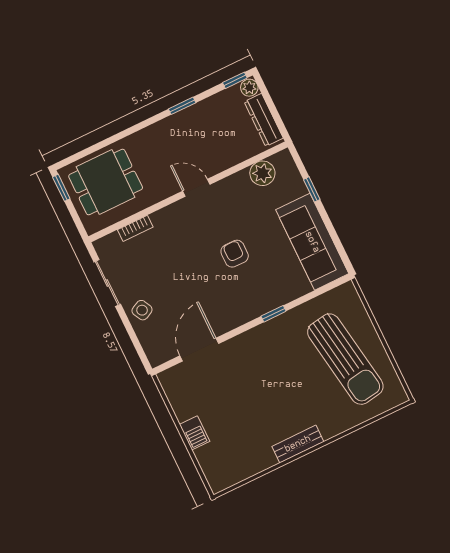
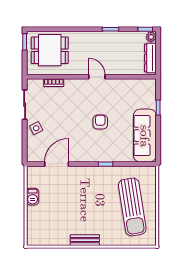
plant: (262, 173) -> (136, 86), removed
barbecue: (195, 433) -> (33, 197), moved

